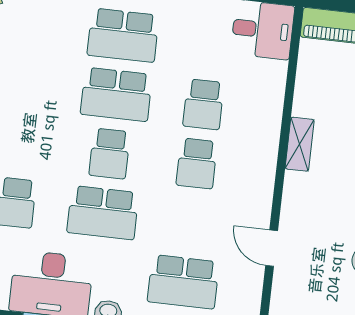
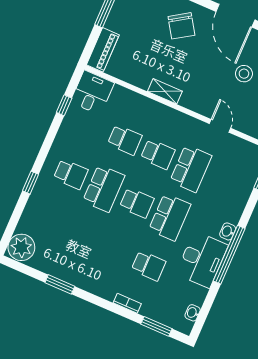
school desk: (123, 35) -> (71, 174), width x0.54
door: (272, 248) -> (220, 126), swing flipped
school desk: (183, 282) -> (191, 169), moved

